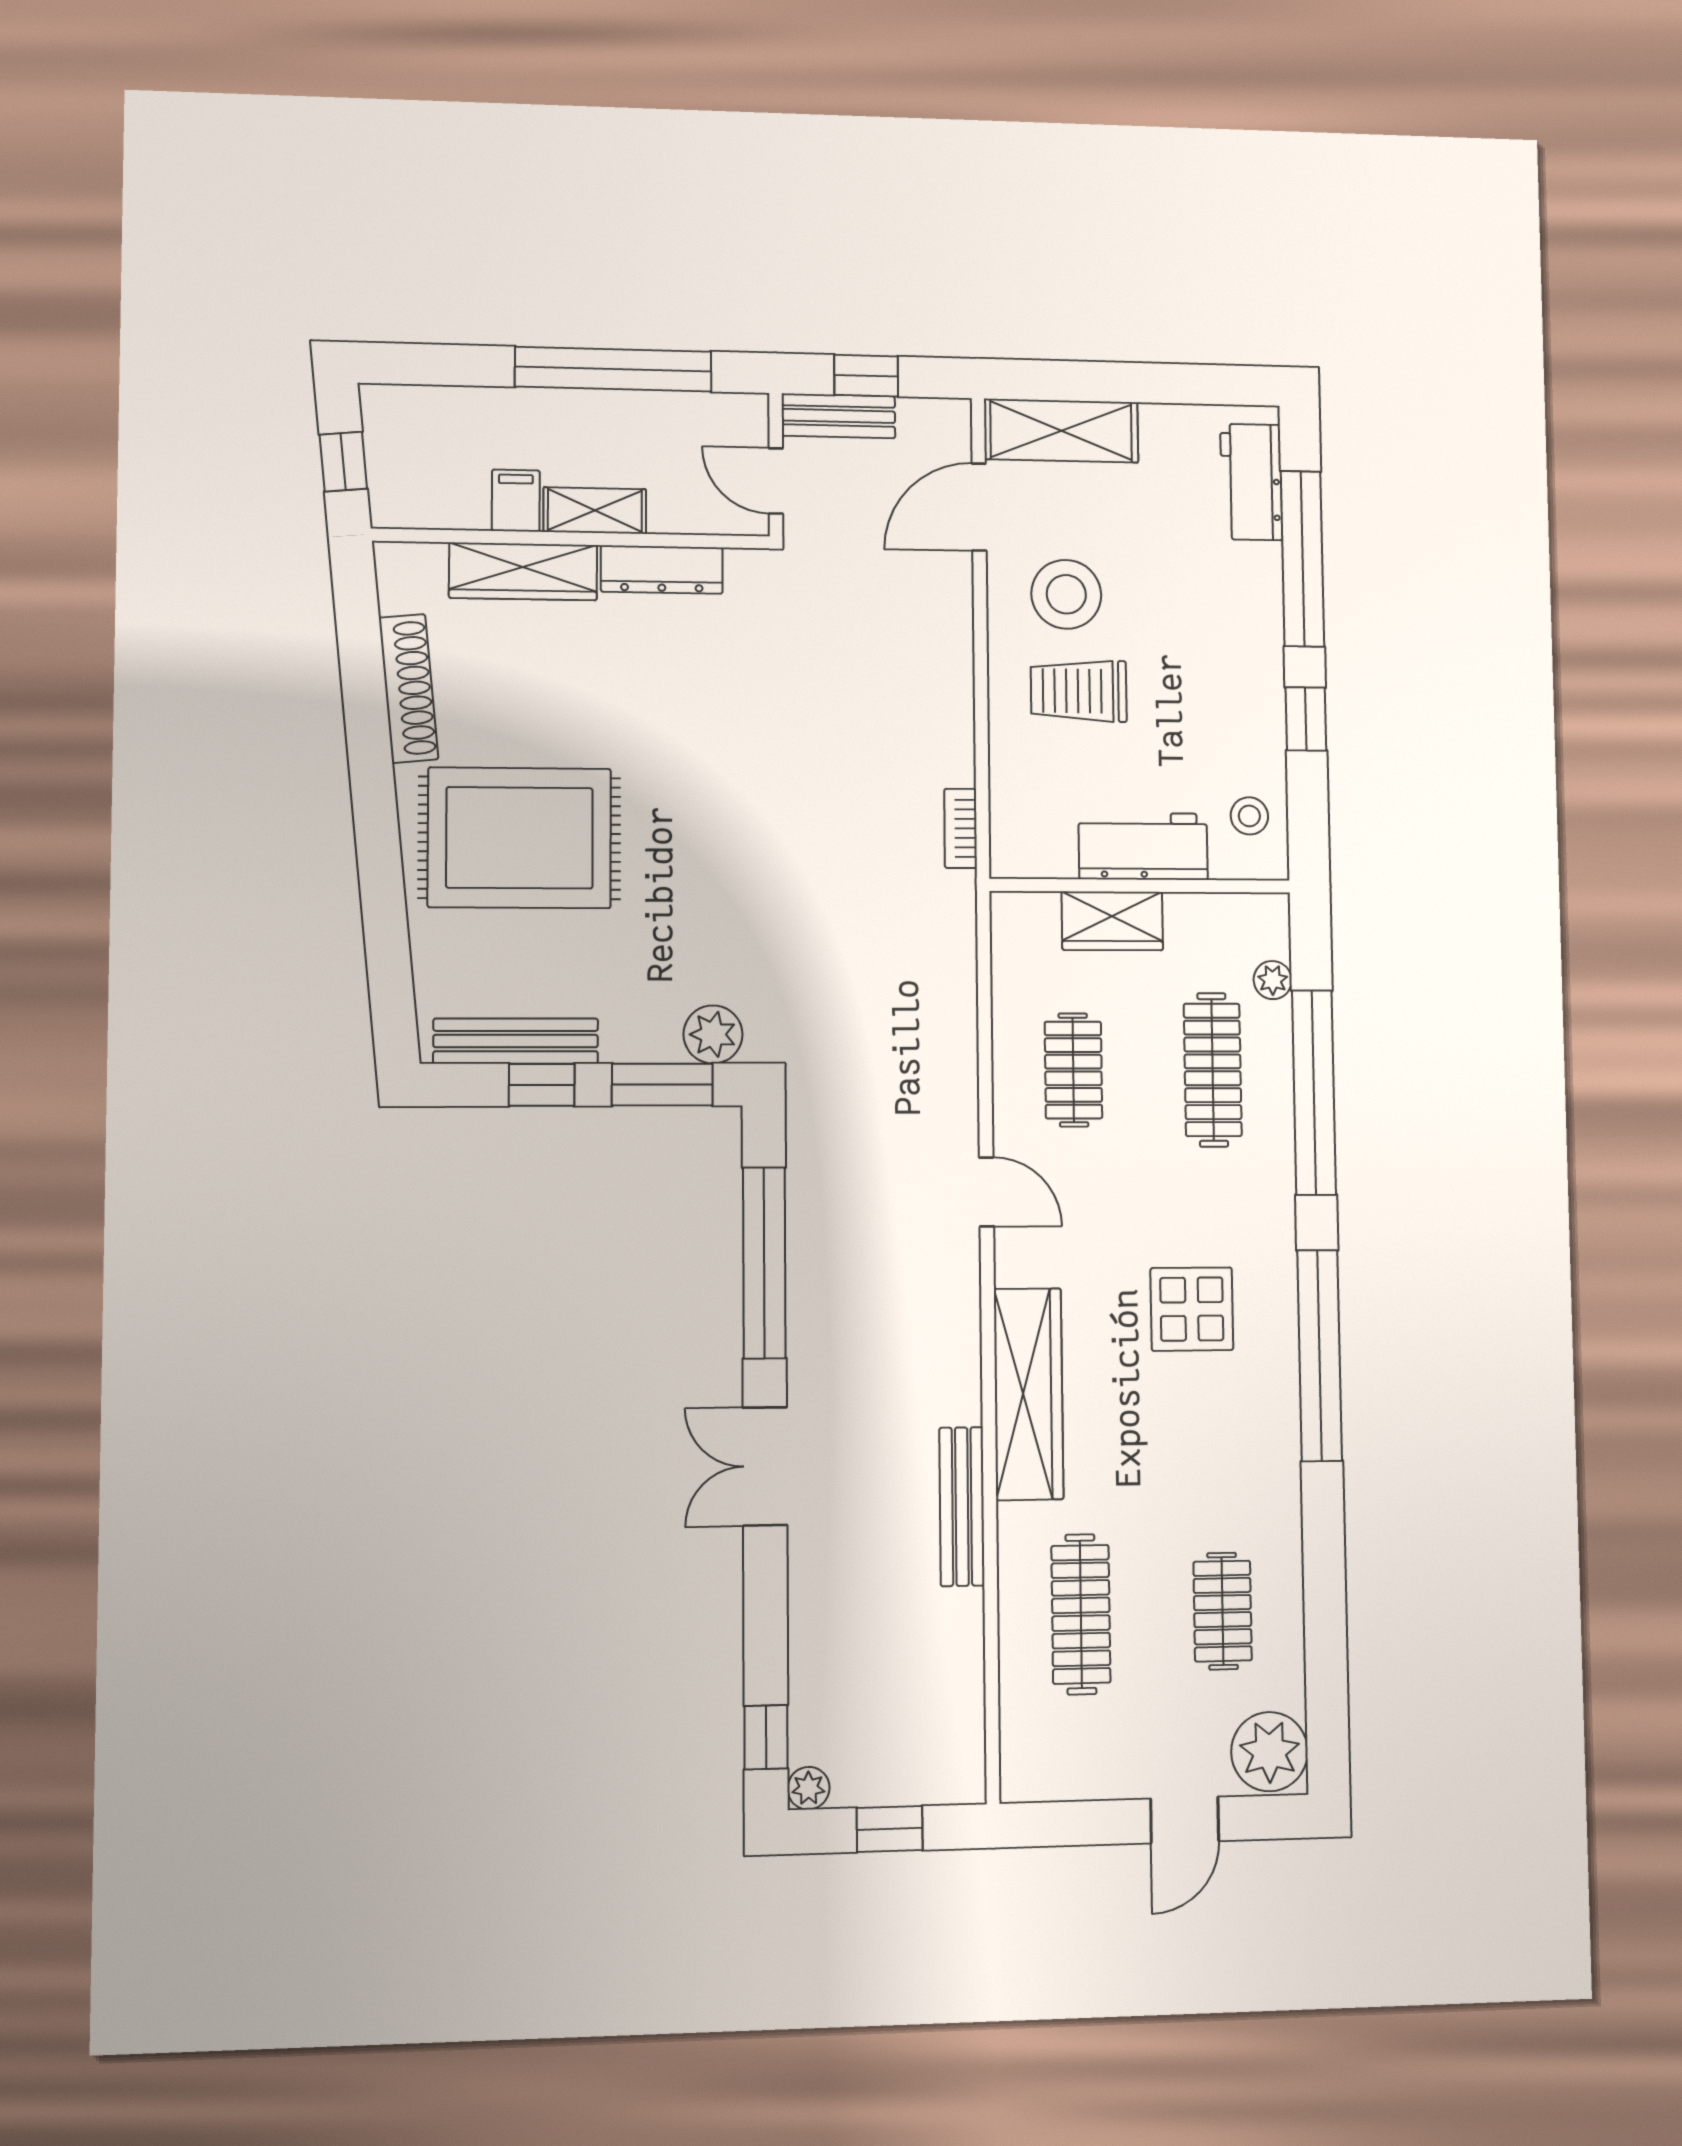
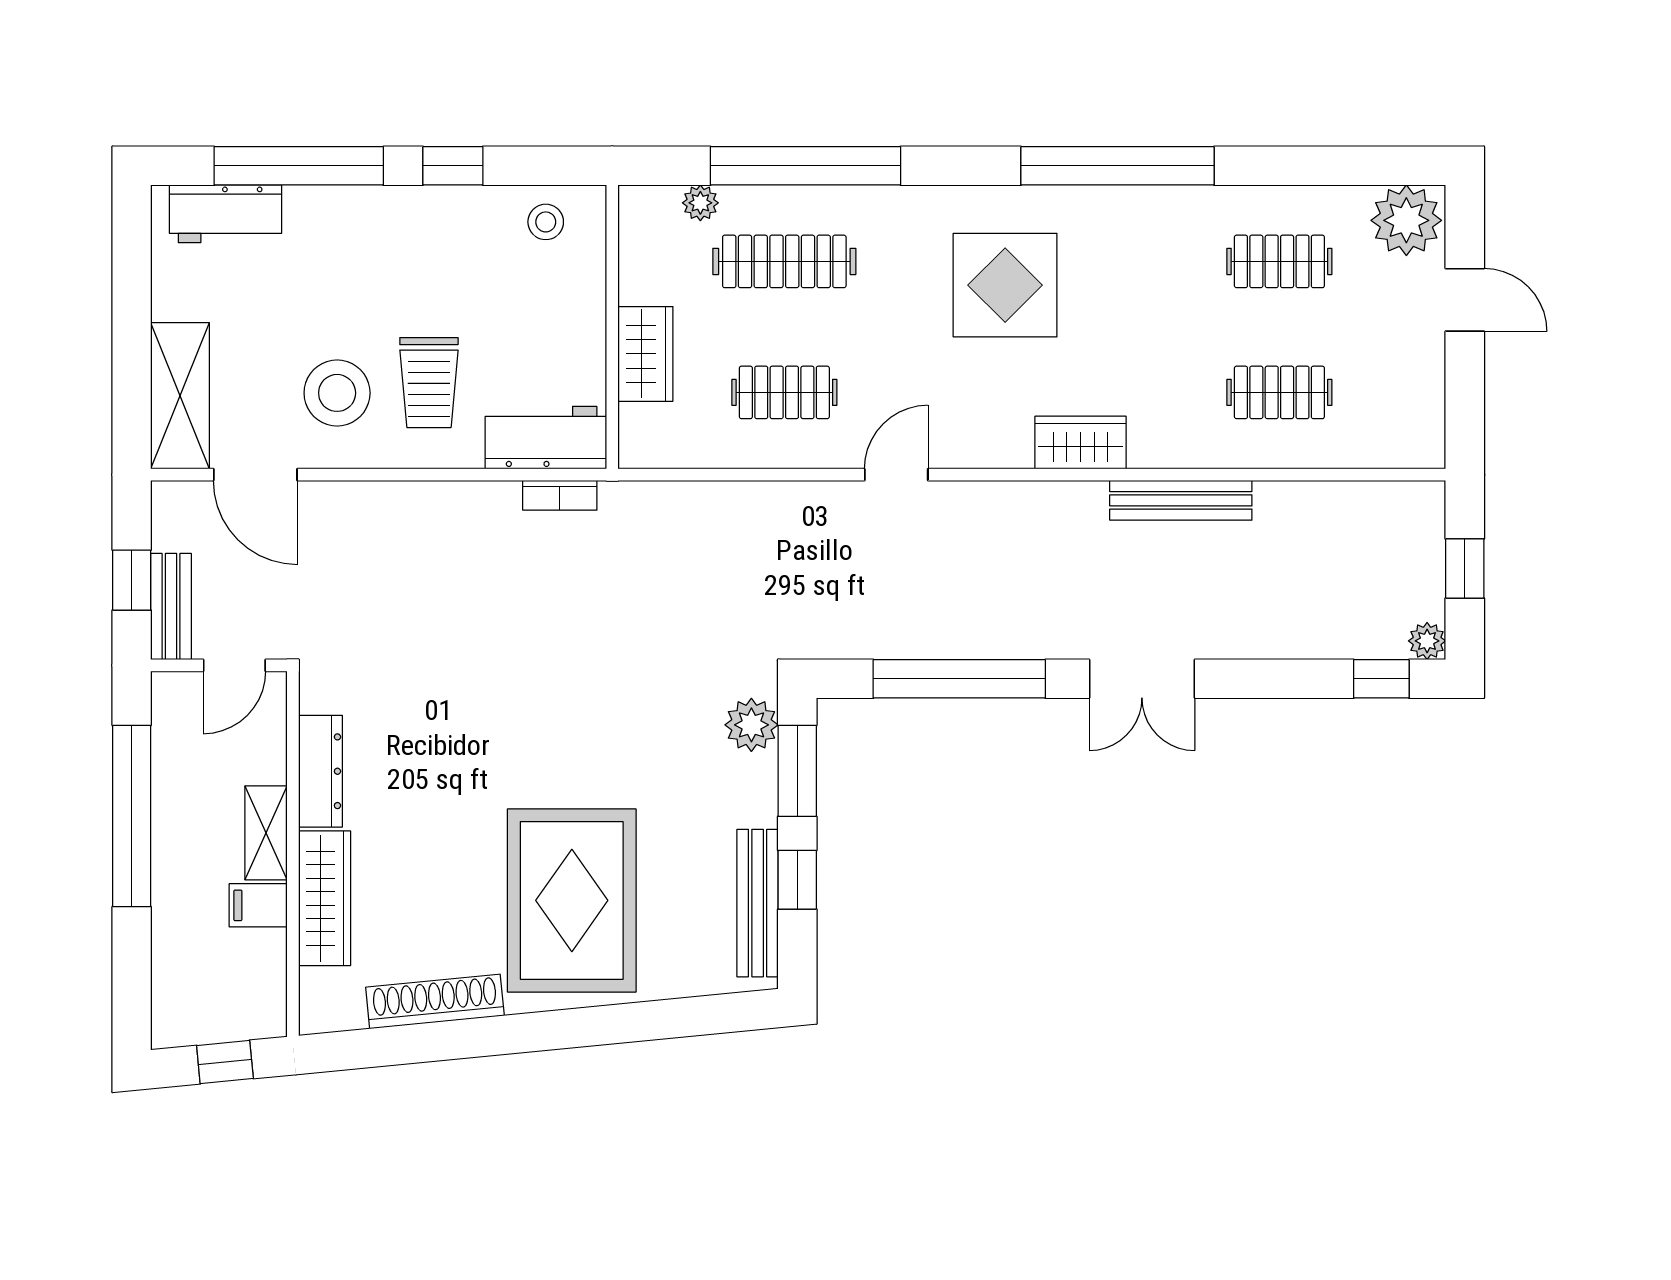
workbench: (1143, 846) -> (546, 438), moved, turned 90
display table: (1192, 1309) -> (1005, 285), width x1.36, depth x1.36
window: (1320, 1355) -> (1118, 166), moved
wardrobe: (1028, 1394) -> (1080, 443), width x0.48, depth x0.85
clothes rail: (1081, 1614) -> (1279, 392), width x0.73

